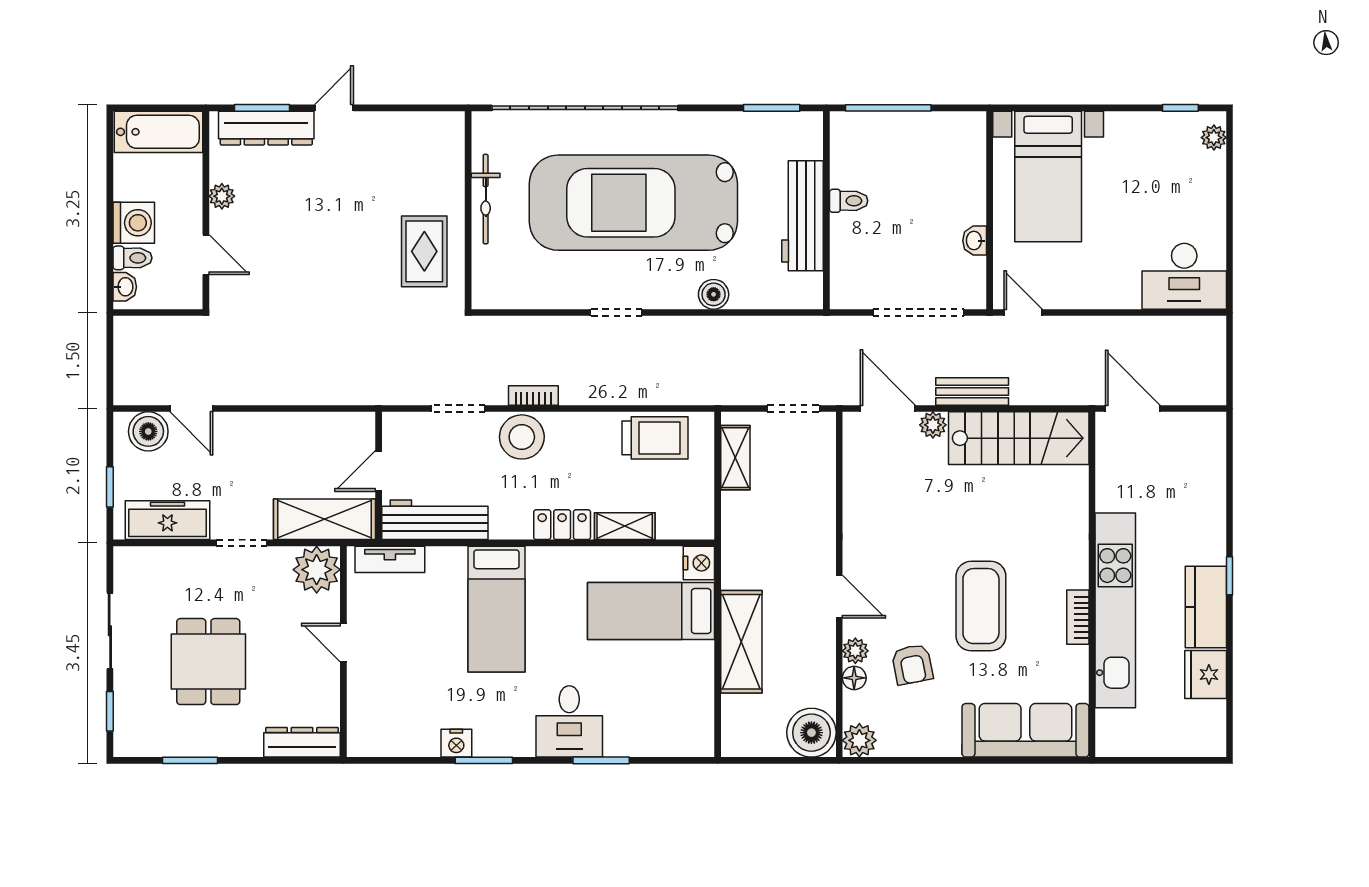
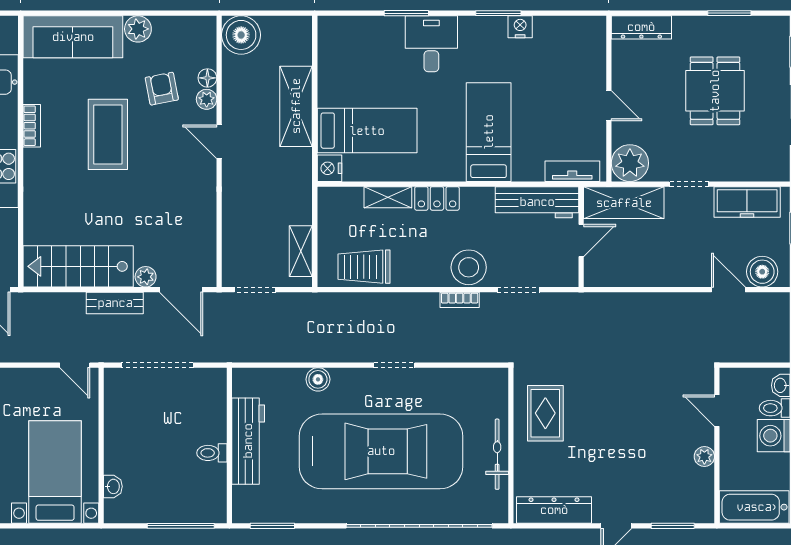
dresser: (266, 128) -> (554, 510), moved
washbasin: (975, 241) -> (113, 486), moved
plant: (859, 740) -> (138, 29), moved

